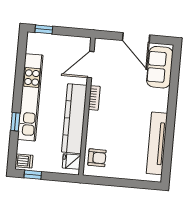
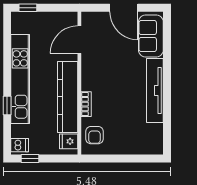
bookcase: (94, 98) -> (86, 104), moved
tv unit: (157, 143) -> (155, 91), moved
armchair: (97, 158) -> (95, 135), turned 90

